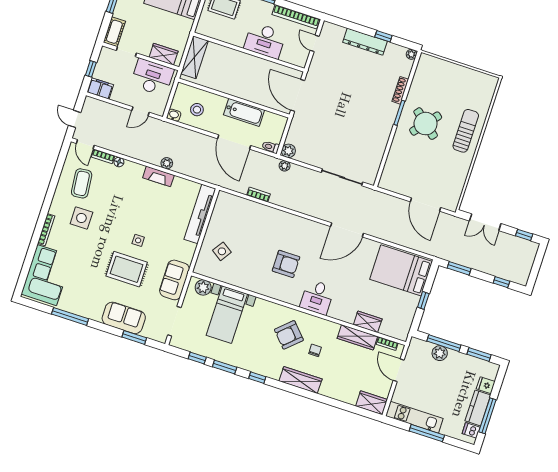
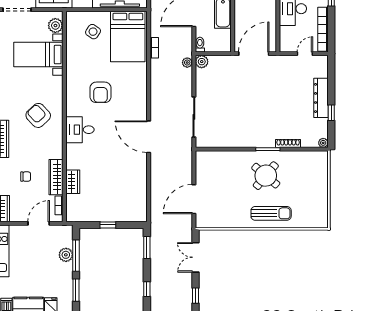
bed: (401, 270) -> (128, 37), moved, turned 180
chair: (315, 350) -> (26, 177), moved

